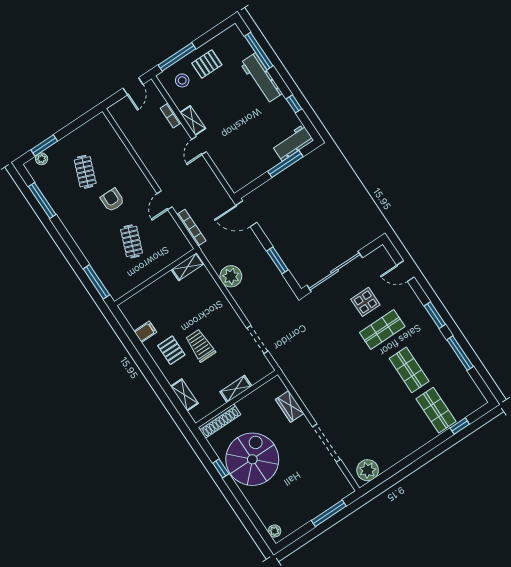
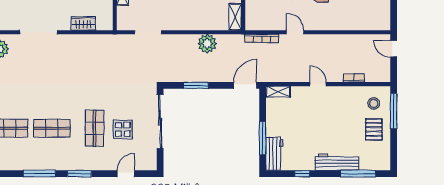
door: (133, 86) -> (394, 49), moved
shelving: (193, 121) -> (278, 92), moved

